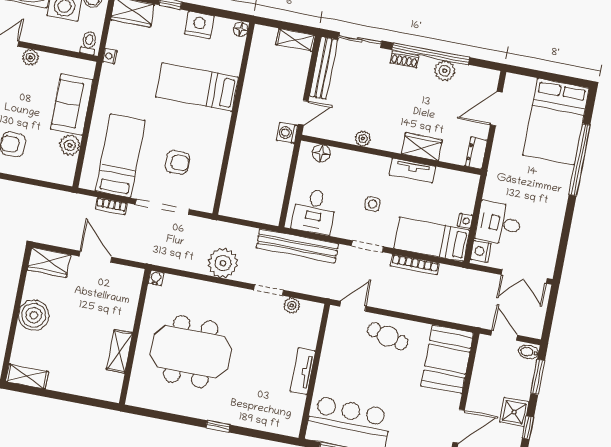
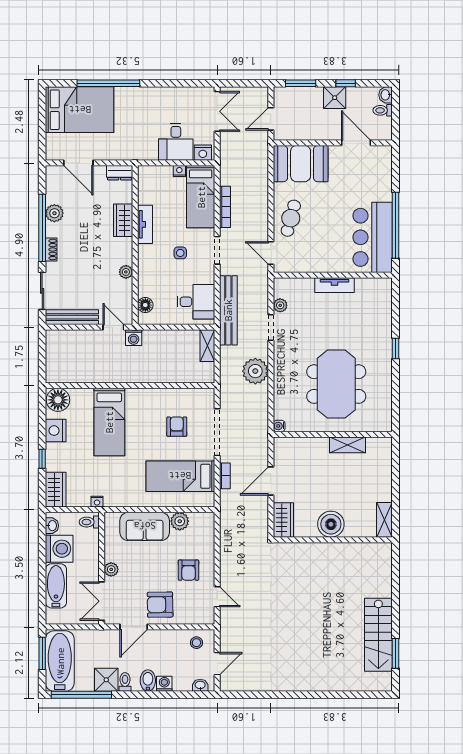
floor lamp: (241, 29) -> (58, 400), width x1.89, depth x1.89
shelving: (296, 40) -> (207, 346), moved
bidet: (528, 352) -> (281, 95), removed

